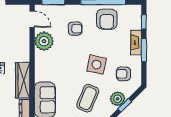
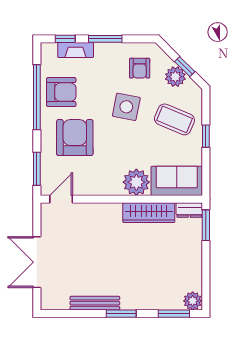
armchair: (75, 29) -> (75, 138), width x1.88, depth x1.88
plant: (44, 41) -> (136, 182), moved
fireplace: (136, 42) -> (76, 50), moved

